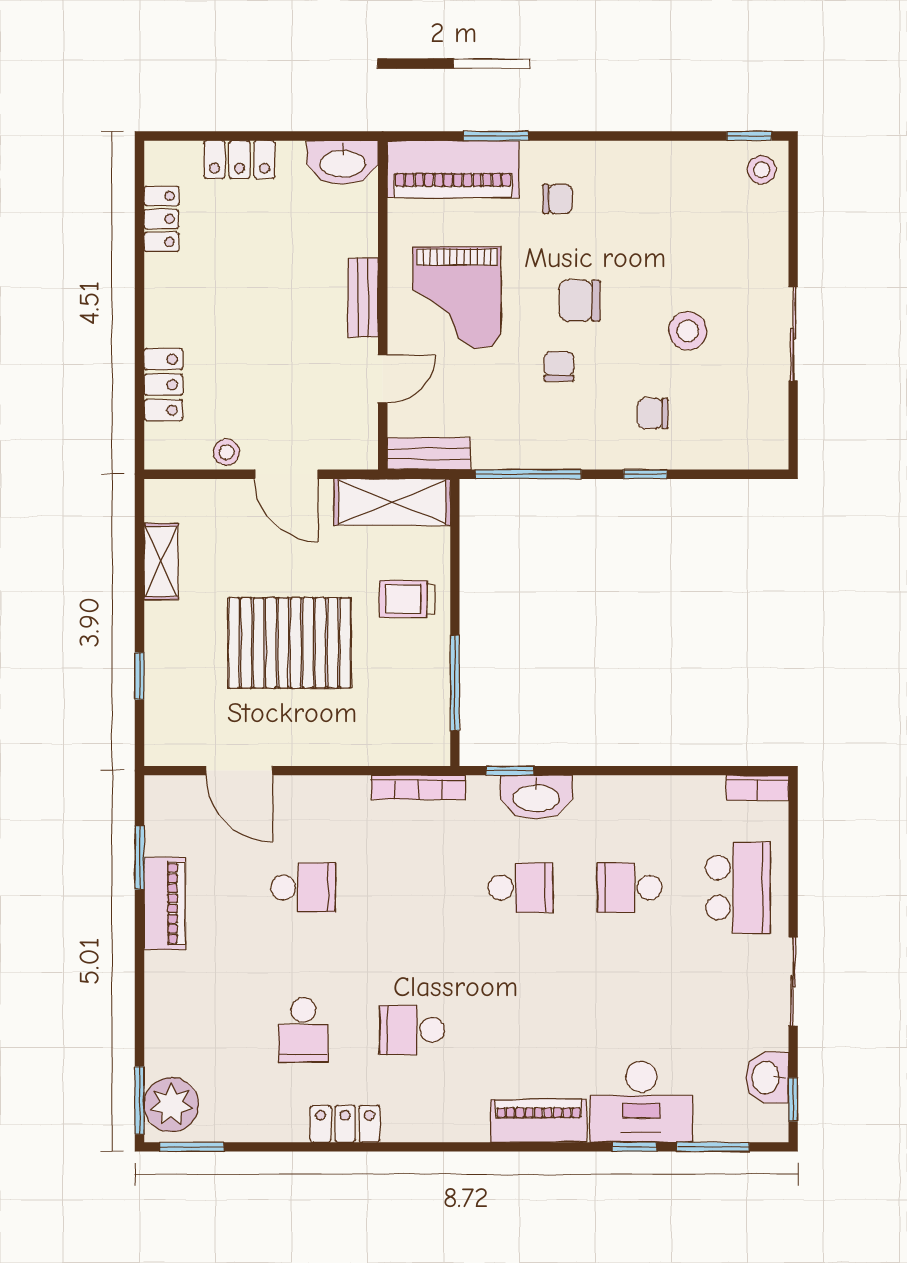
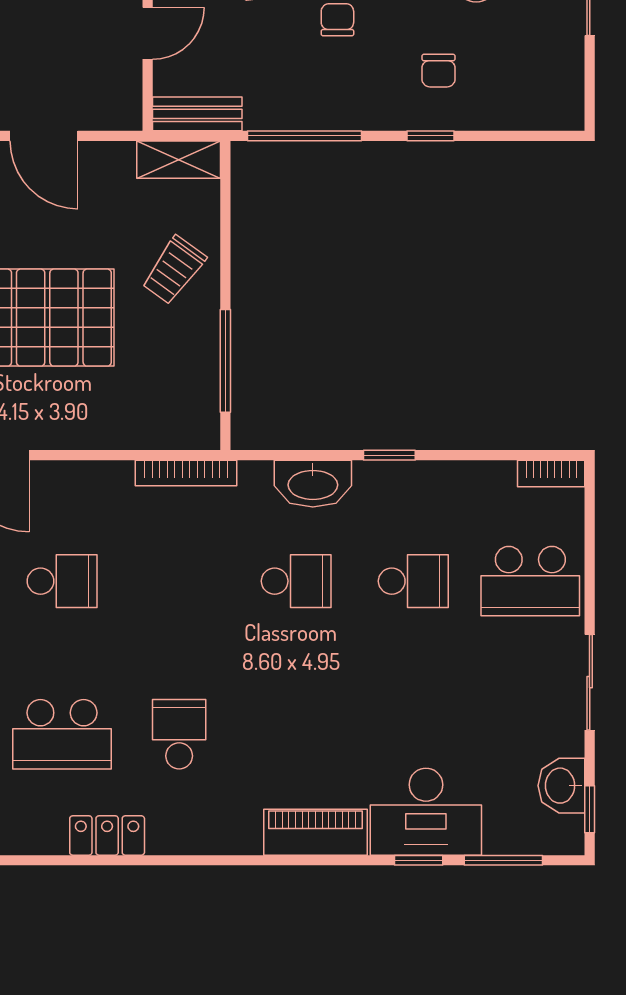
chair: (653, 414) -> (438, 71), turned -90
shelving: (392, 502) -> (179, 160), width x0.67, depth x0.75
trolley: (407, 599) -> (174, 270), turned -54
window: (510, 771) -> (389, 455), moved
school desk: (629, 888) -> (413, 581), turned 180
school desk: (738, 888) -> (530, 581), turned 90
school desk: (303, 1030) -> (62, 734), width x1.85
school desk: (412, 1030) -> (179, 734), turned 90

